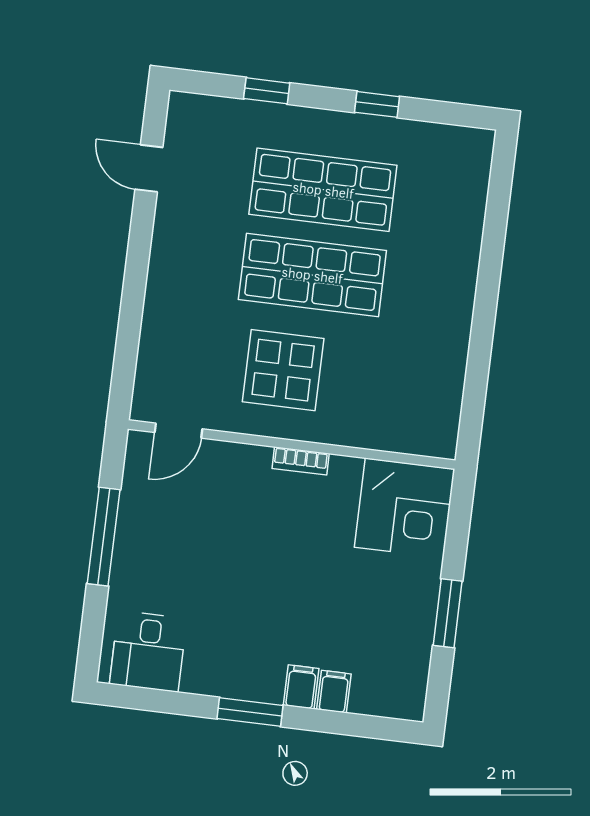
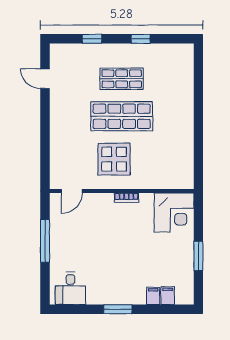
shop shelf: (323, 190) -> (122, 79), width x0.70, depth x0.74
filing cabinet: (301, 687) -> (168, 296), moved

